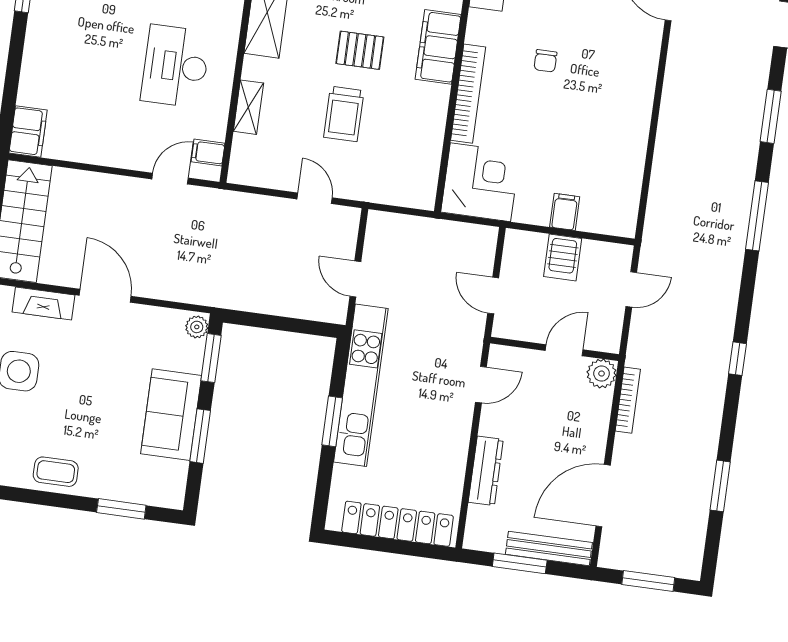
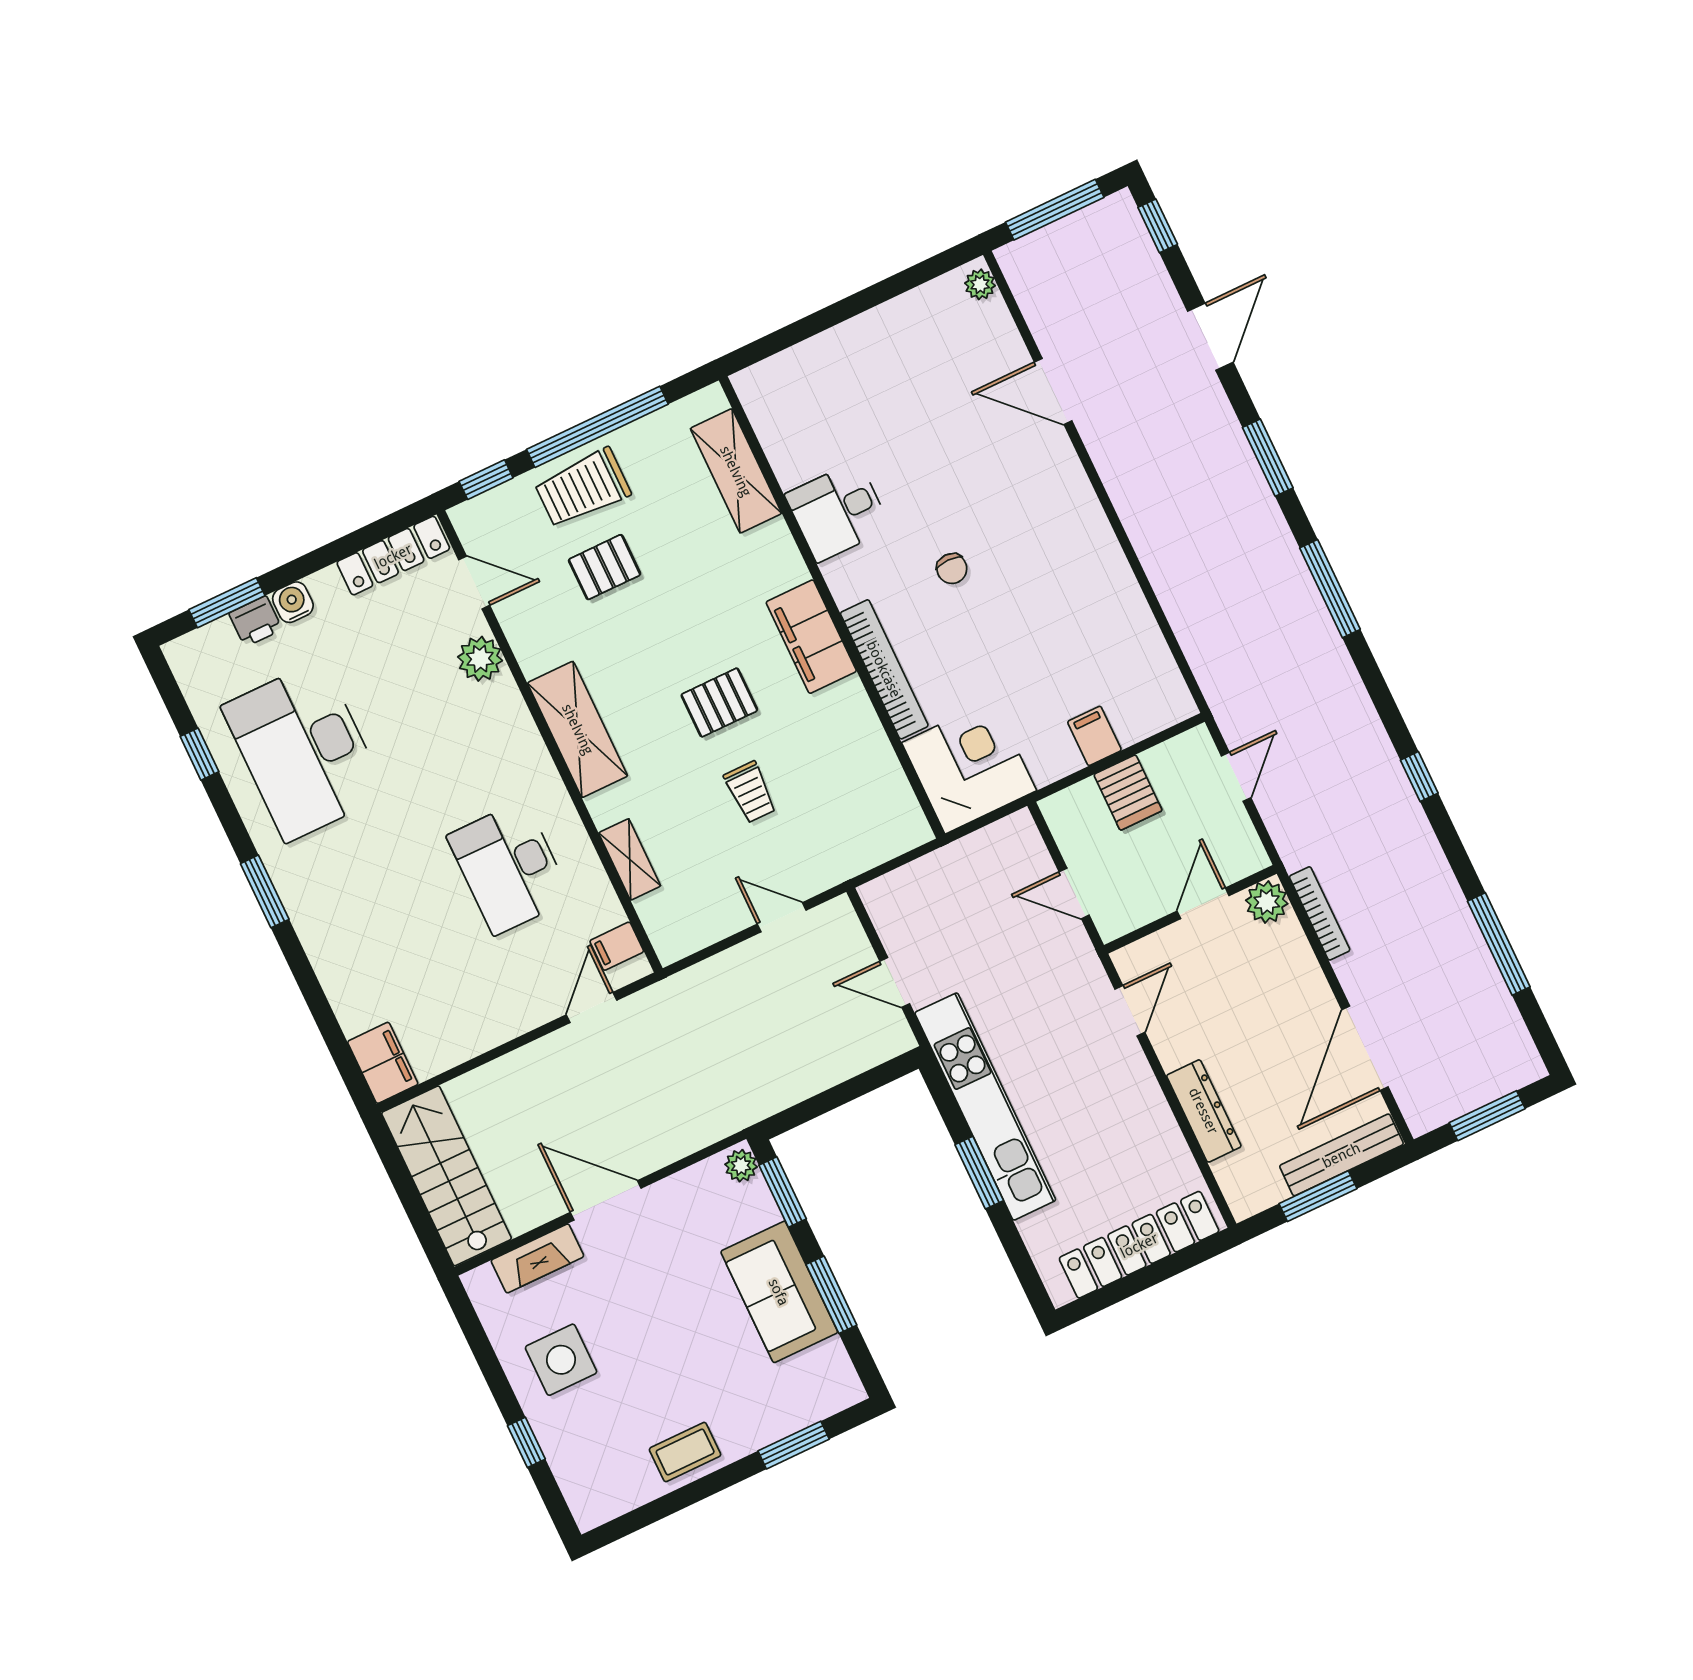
trolley: (344, 114) -> (750, 792), width x0.73, depth x0.72
window: (720, 486) -> (1499, 944), width x1.44

